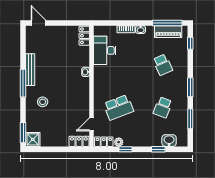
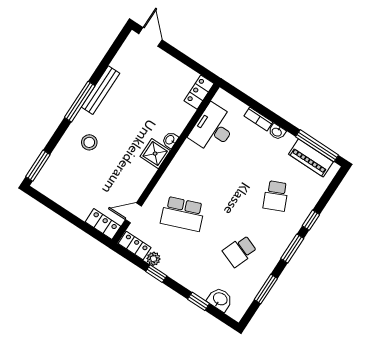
window: (190, 43) -> (311, 220), moved
shower: (33, 139) -> (155, 154), moved

